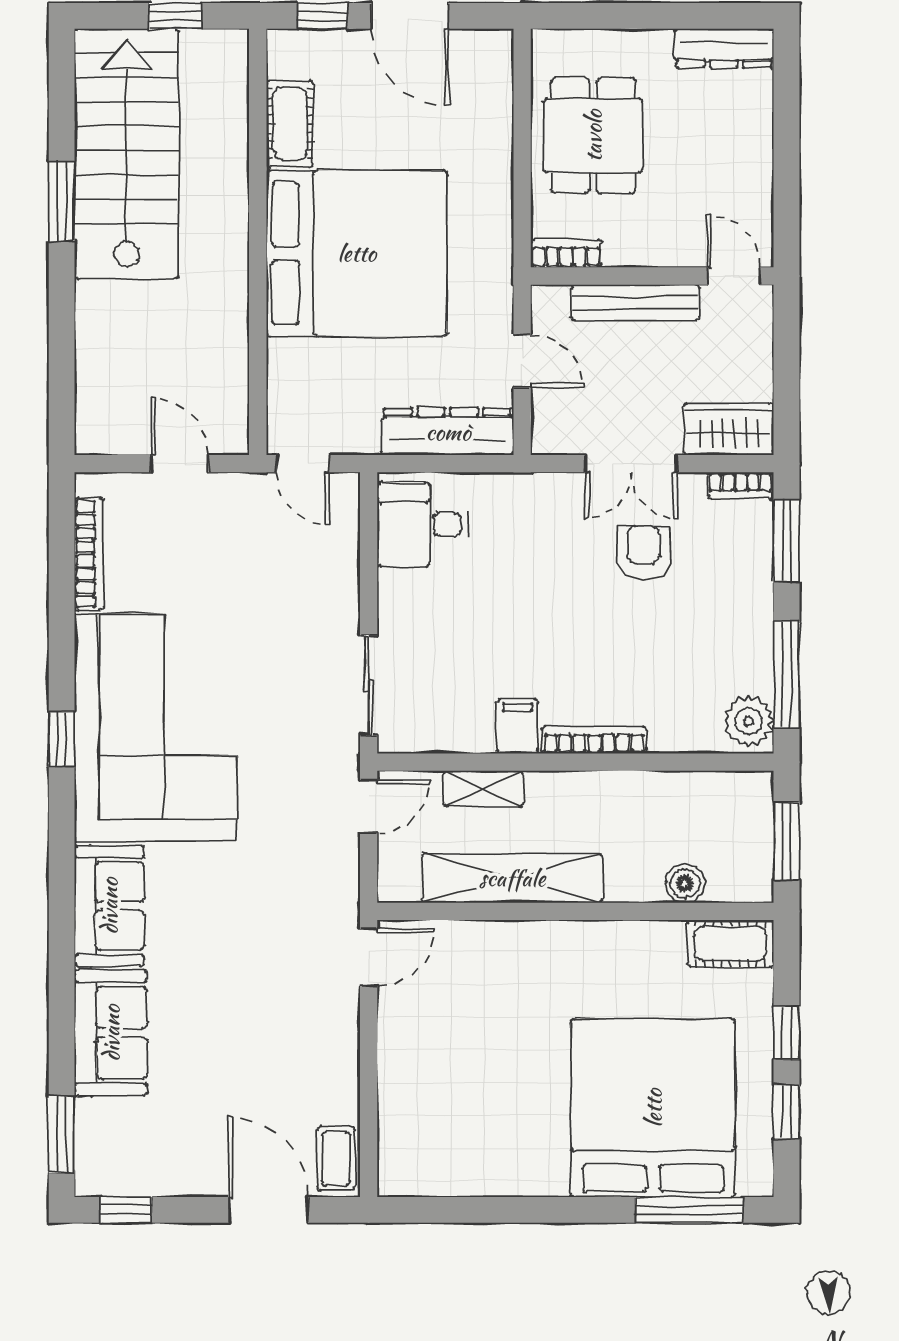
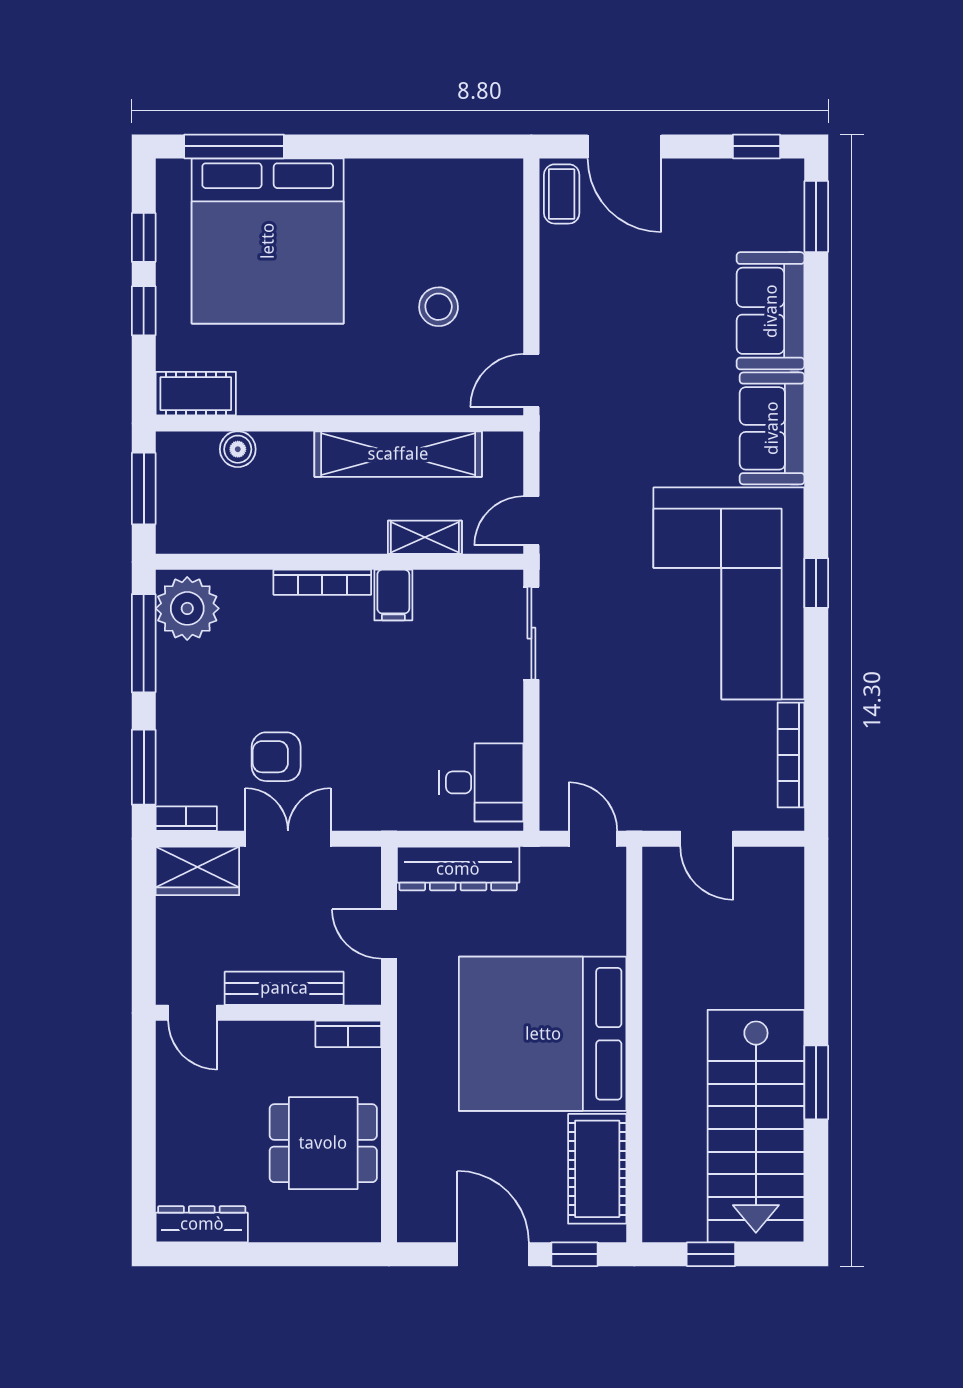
cot: (290, 124) -> (597, 1169), width x1.37, depth x1.34
dining table: (593, 136) -> (323, 1143), turned 90
armchair: (644, 552) -> (276, 757), turned 90
plant: (749, 721) -> (187, 608), width x1.36, depth x1.36
stool: (469, 1037) -> (439, 307), added

